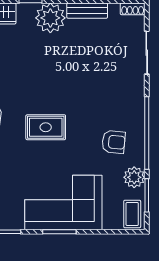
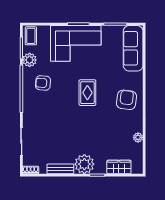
rug: (46, 127) -> (87, 93), turned 90

